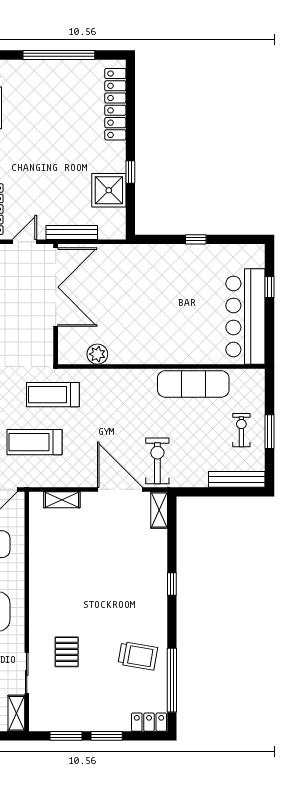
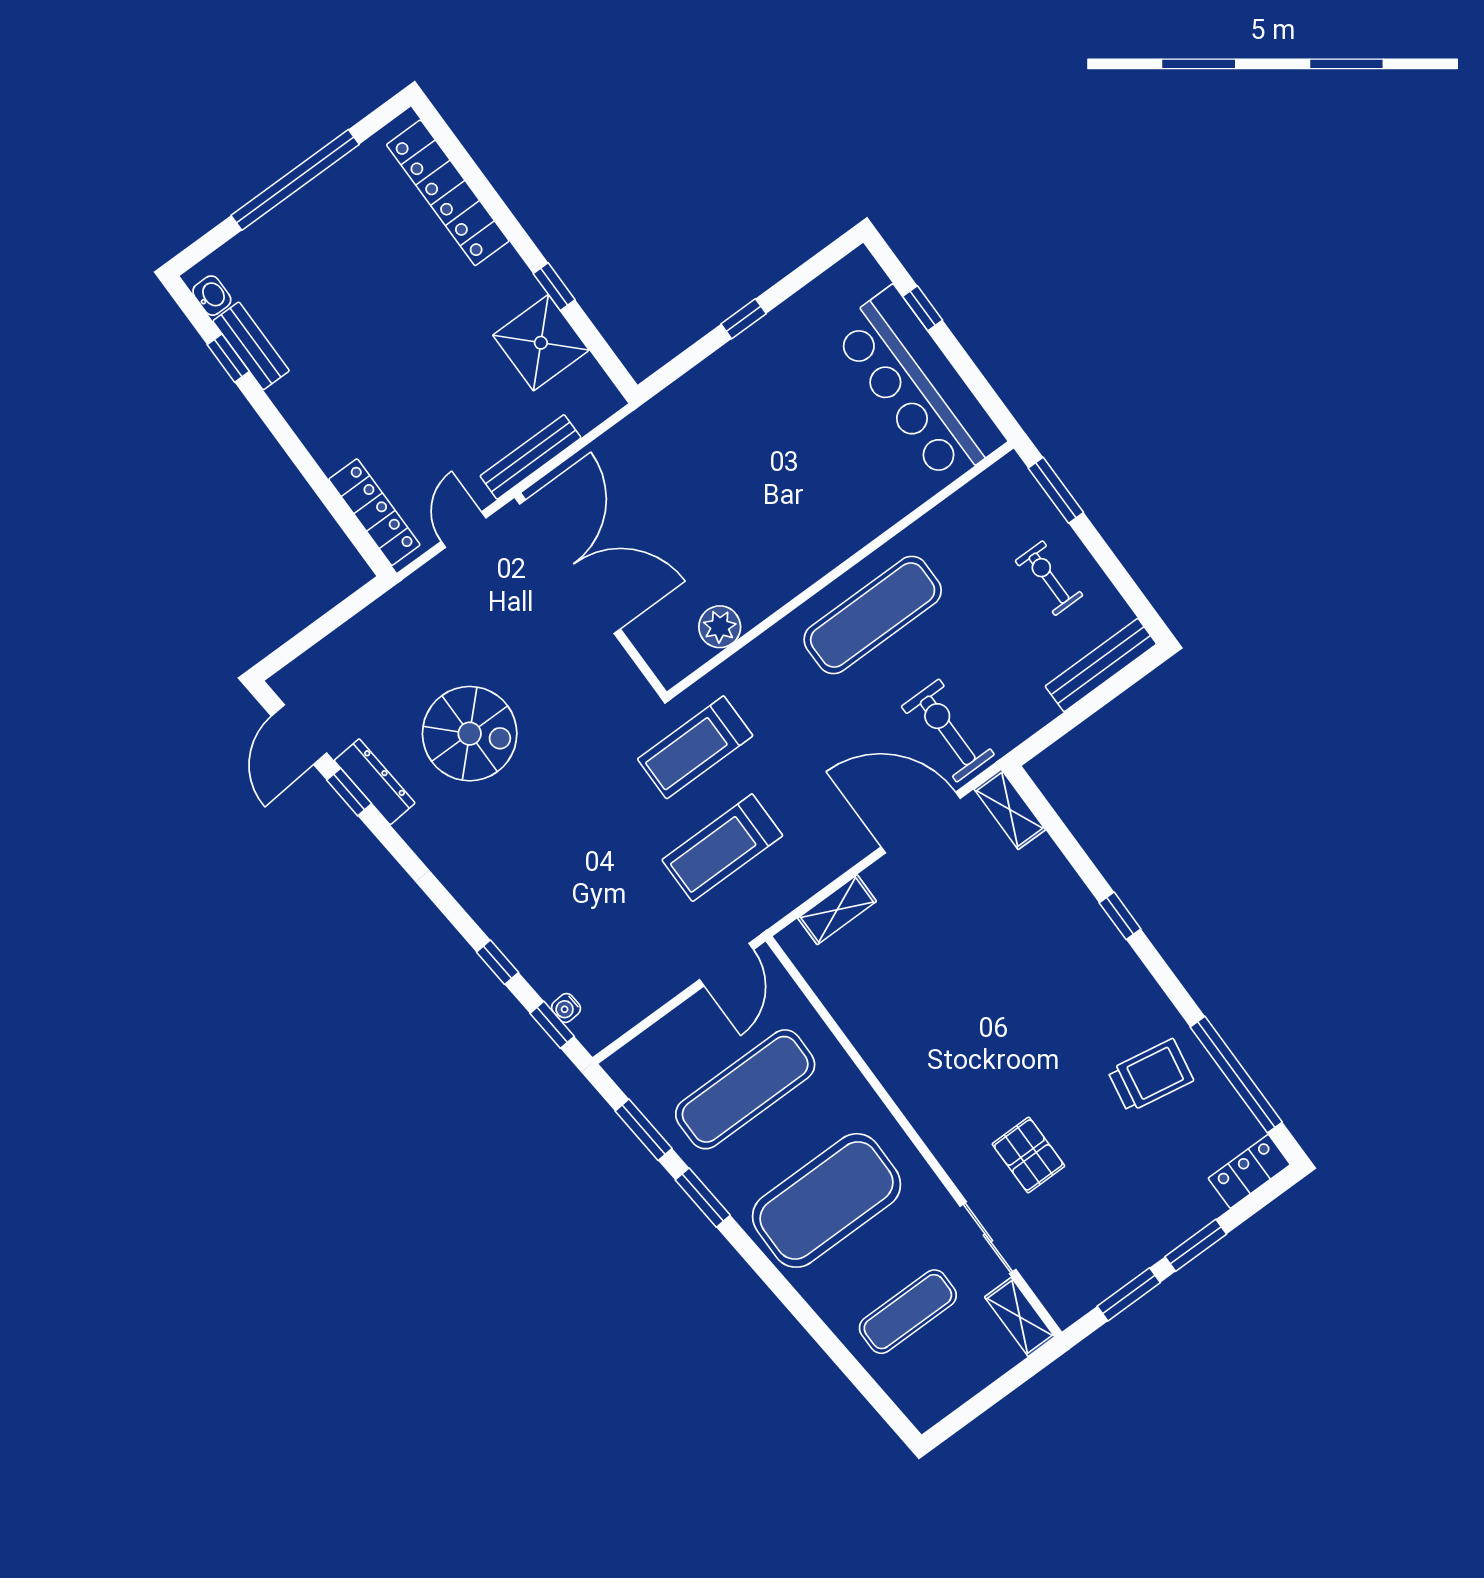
exercise mat: (193, 384) -> (873, 615), moved
window: (270, 432) -> (1056, 490), moved

